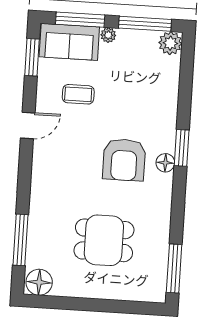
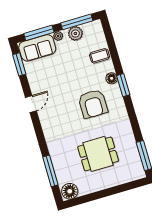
plant: (170, 43) -> (75, 33), moved
coffee table: (78, 94) -> (100, 56), moved
floor lamp: (165, 163) -> (112, 78), moved

